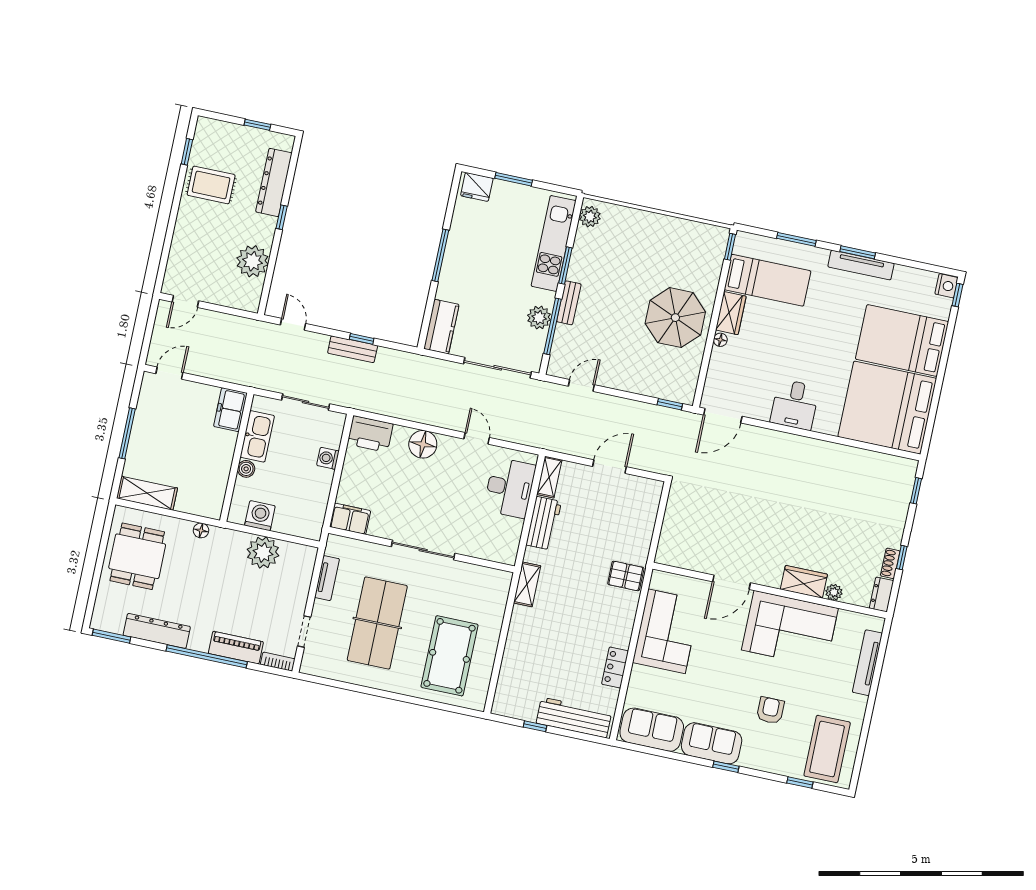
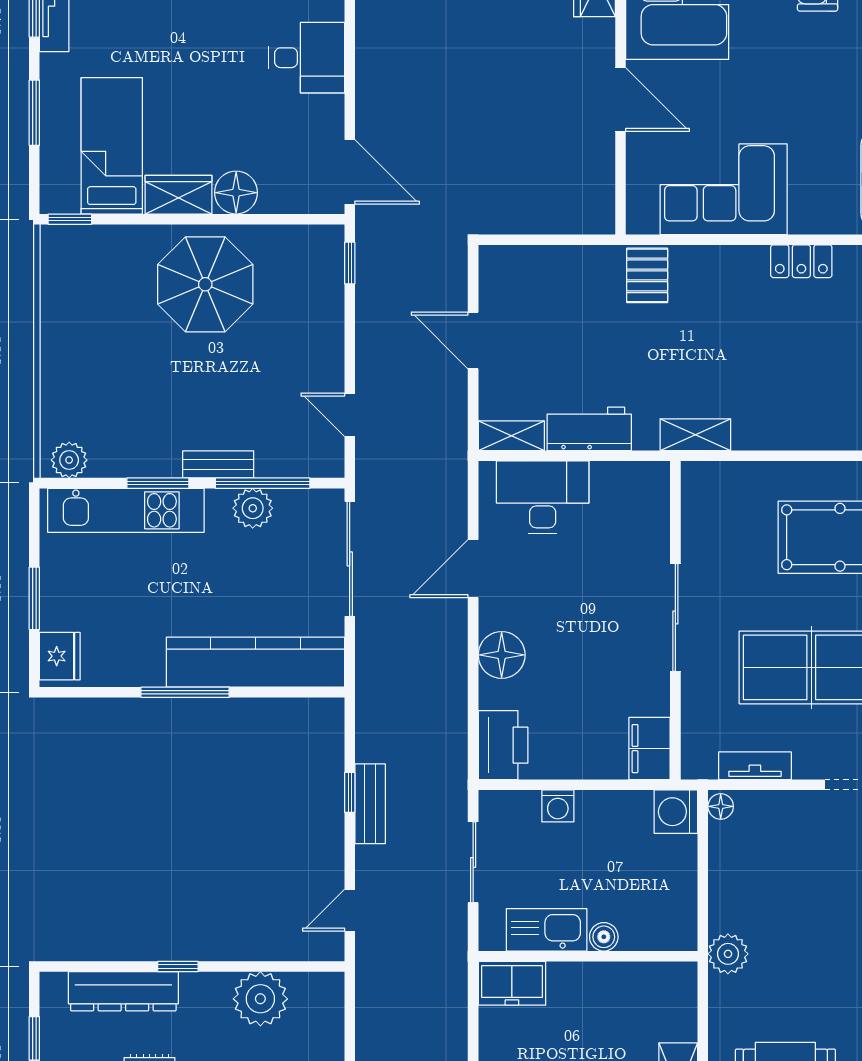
kitchen counter: (441, 327) -> (255, 662), width x2.08, depth x1.17
floor lamp: (720, 340) -> (236, 193), width x1.89, depth x1.89
door: (477, 438) -> (473, 569), width x1.38
washing machine: (260, 516) -> (676, 812), moved
floor lamp: (201, 530) -> (721, 806), moved
plant: (263, 552) -> (728, 954), moved, width x0.73, depth x0.73

